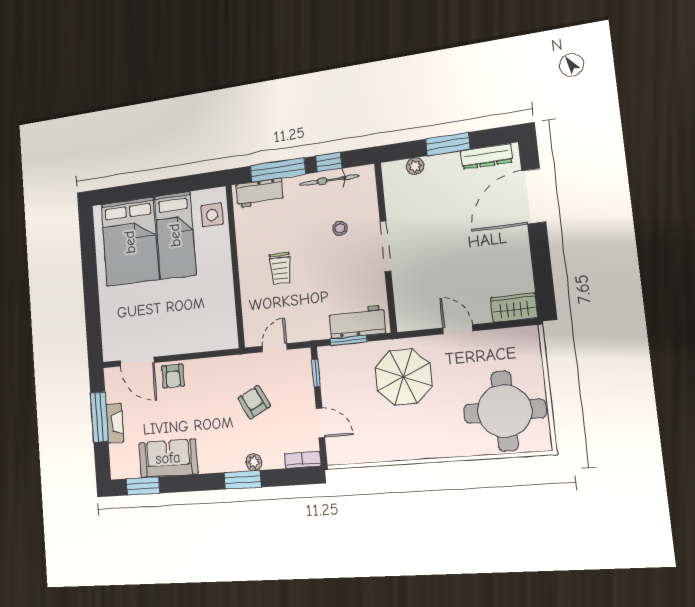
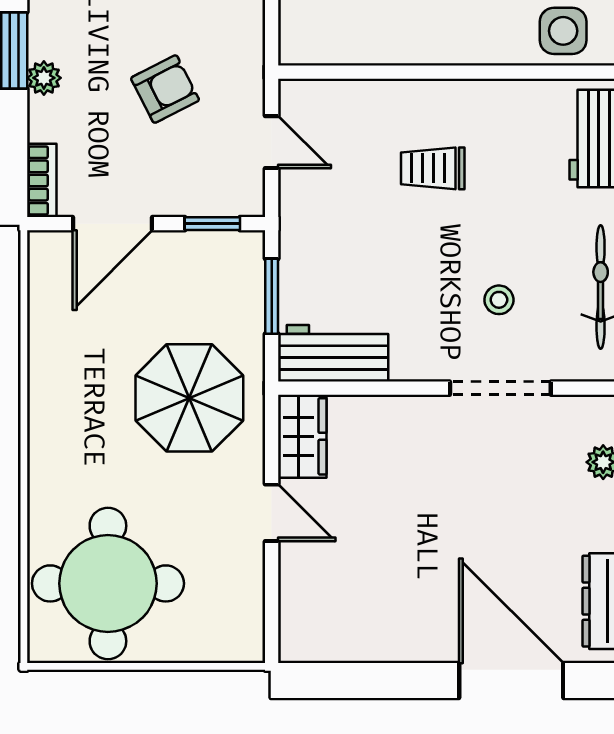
doorway: (386, 246) -> (500, 388), moved
wardrobe: (514, 308) -> (302, 436), moved
workbench: (357, 322) -> (333, 353), moved, turned -90
door: (458, 329) -> (272, 513), hinge flipped
door: (320, 423) -> (113, 224), width x1.38

